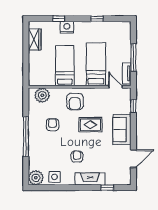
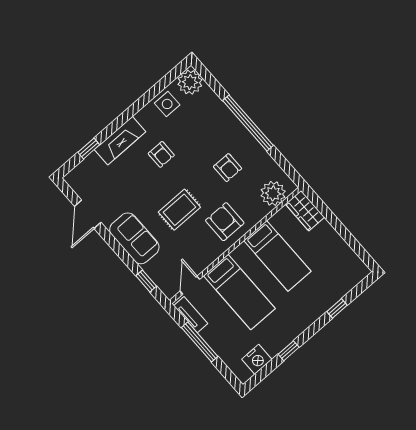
nightstand: (67, 27) -> (257, 359), moved
wardrobe: (35, 39) -> (305, 211), moved
door: (115, 87) -> (190, 285), swing flipped

